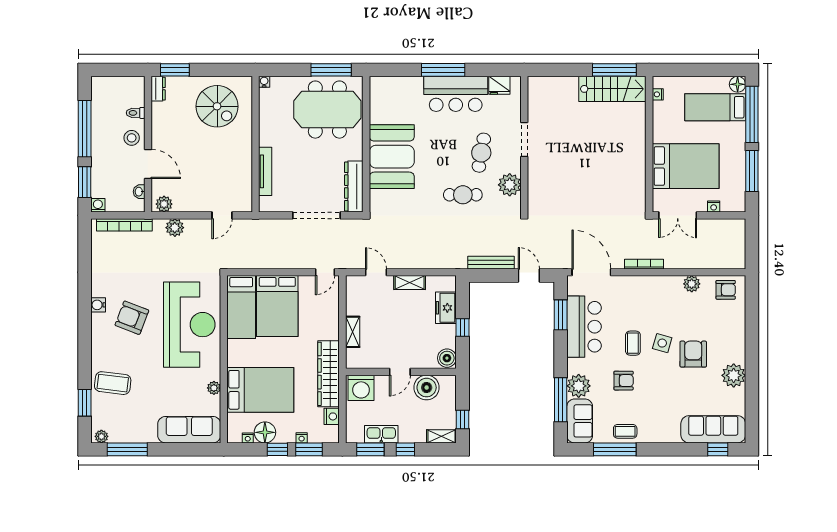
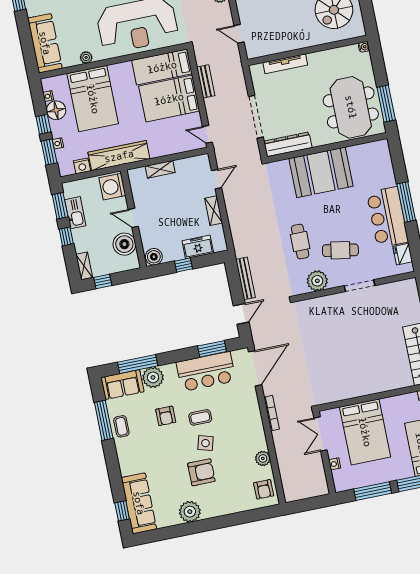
bench: (267, 262) -> (206, 81), added

